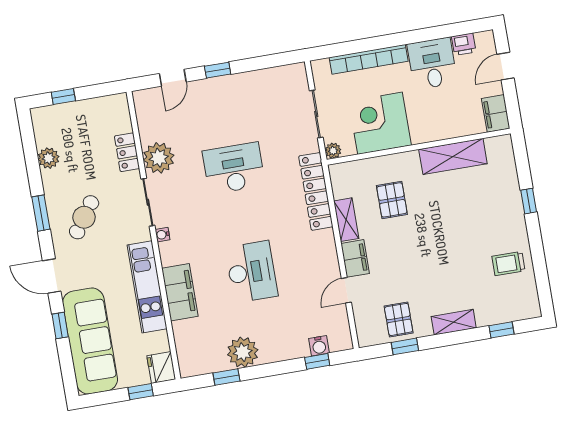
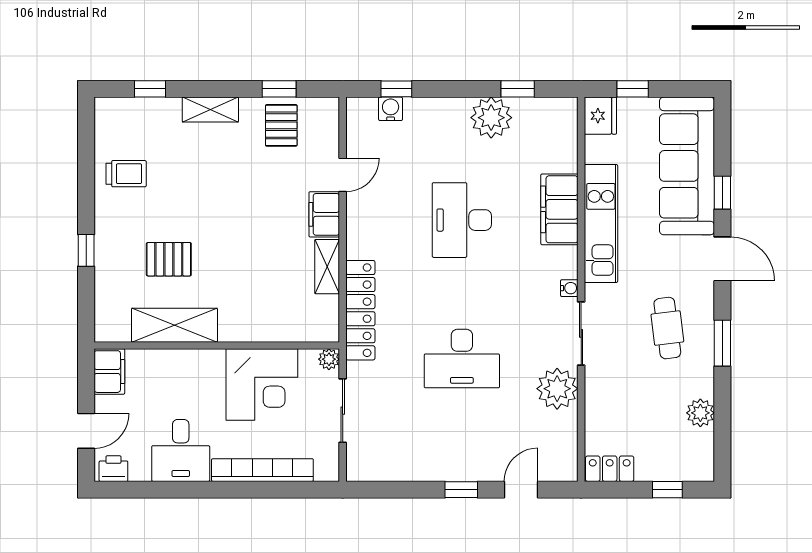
printer: (464, 44) -> (113, 469), moved
locker: (127, 152) -> (610, 469), moved, turned -90
pallet: (392, 200) -> (169, 259), moved, turned 90
cafe table: (84, 217) -> (667, 328), turned -42

